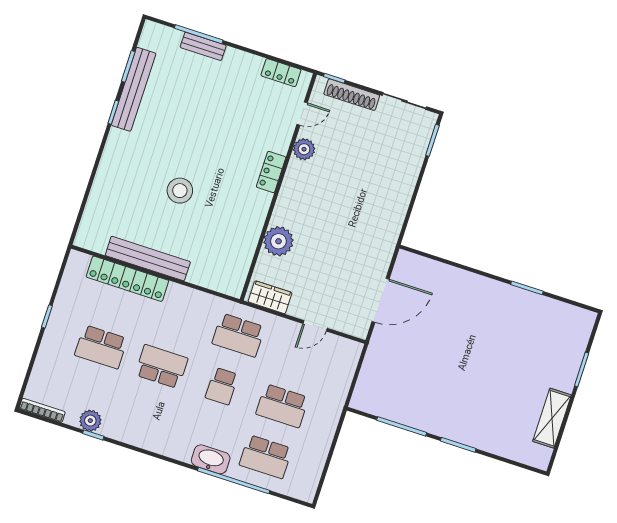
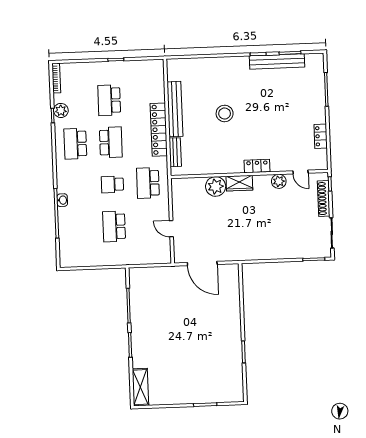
bench: (203, 46) -> (175, 152), moved
locker: (281, 73) -> (321, 136), moved
locker: (127, 279) -> (159, 130), moved
wardrobe: (270, 297) -> (239, 183), moved, turned 90
shelving: (552, 418) -> (140, 387), moved, turned 90
school desk: (266, 457) -> (75, 144), moved
washbasin: (211, 459) -> (62, 200), width x0.52, depth x0.69

